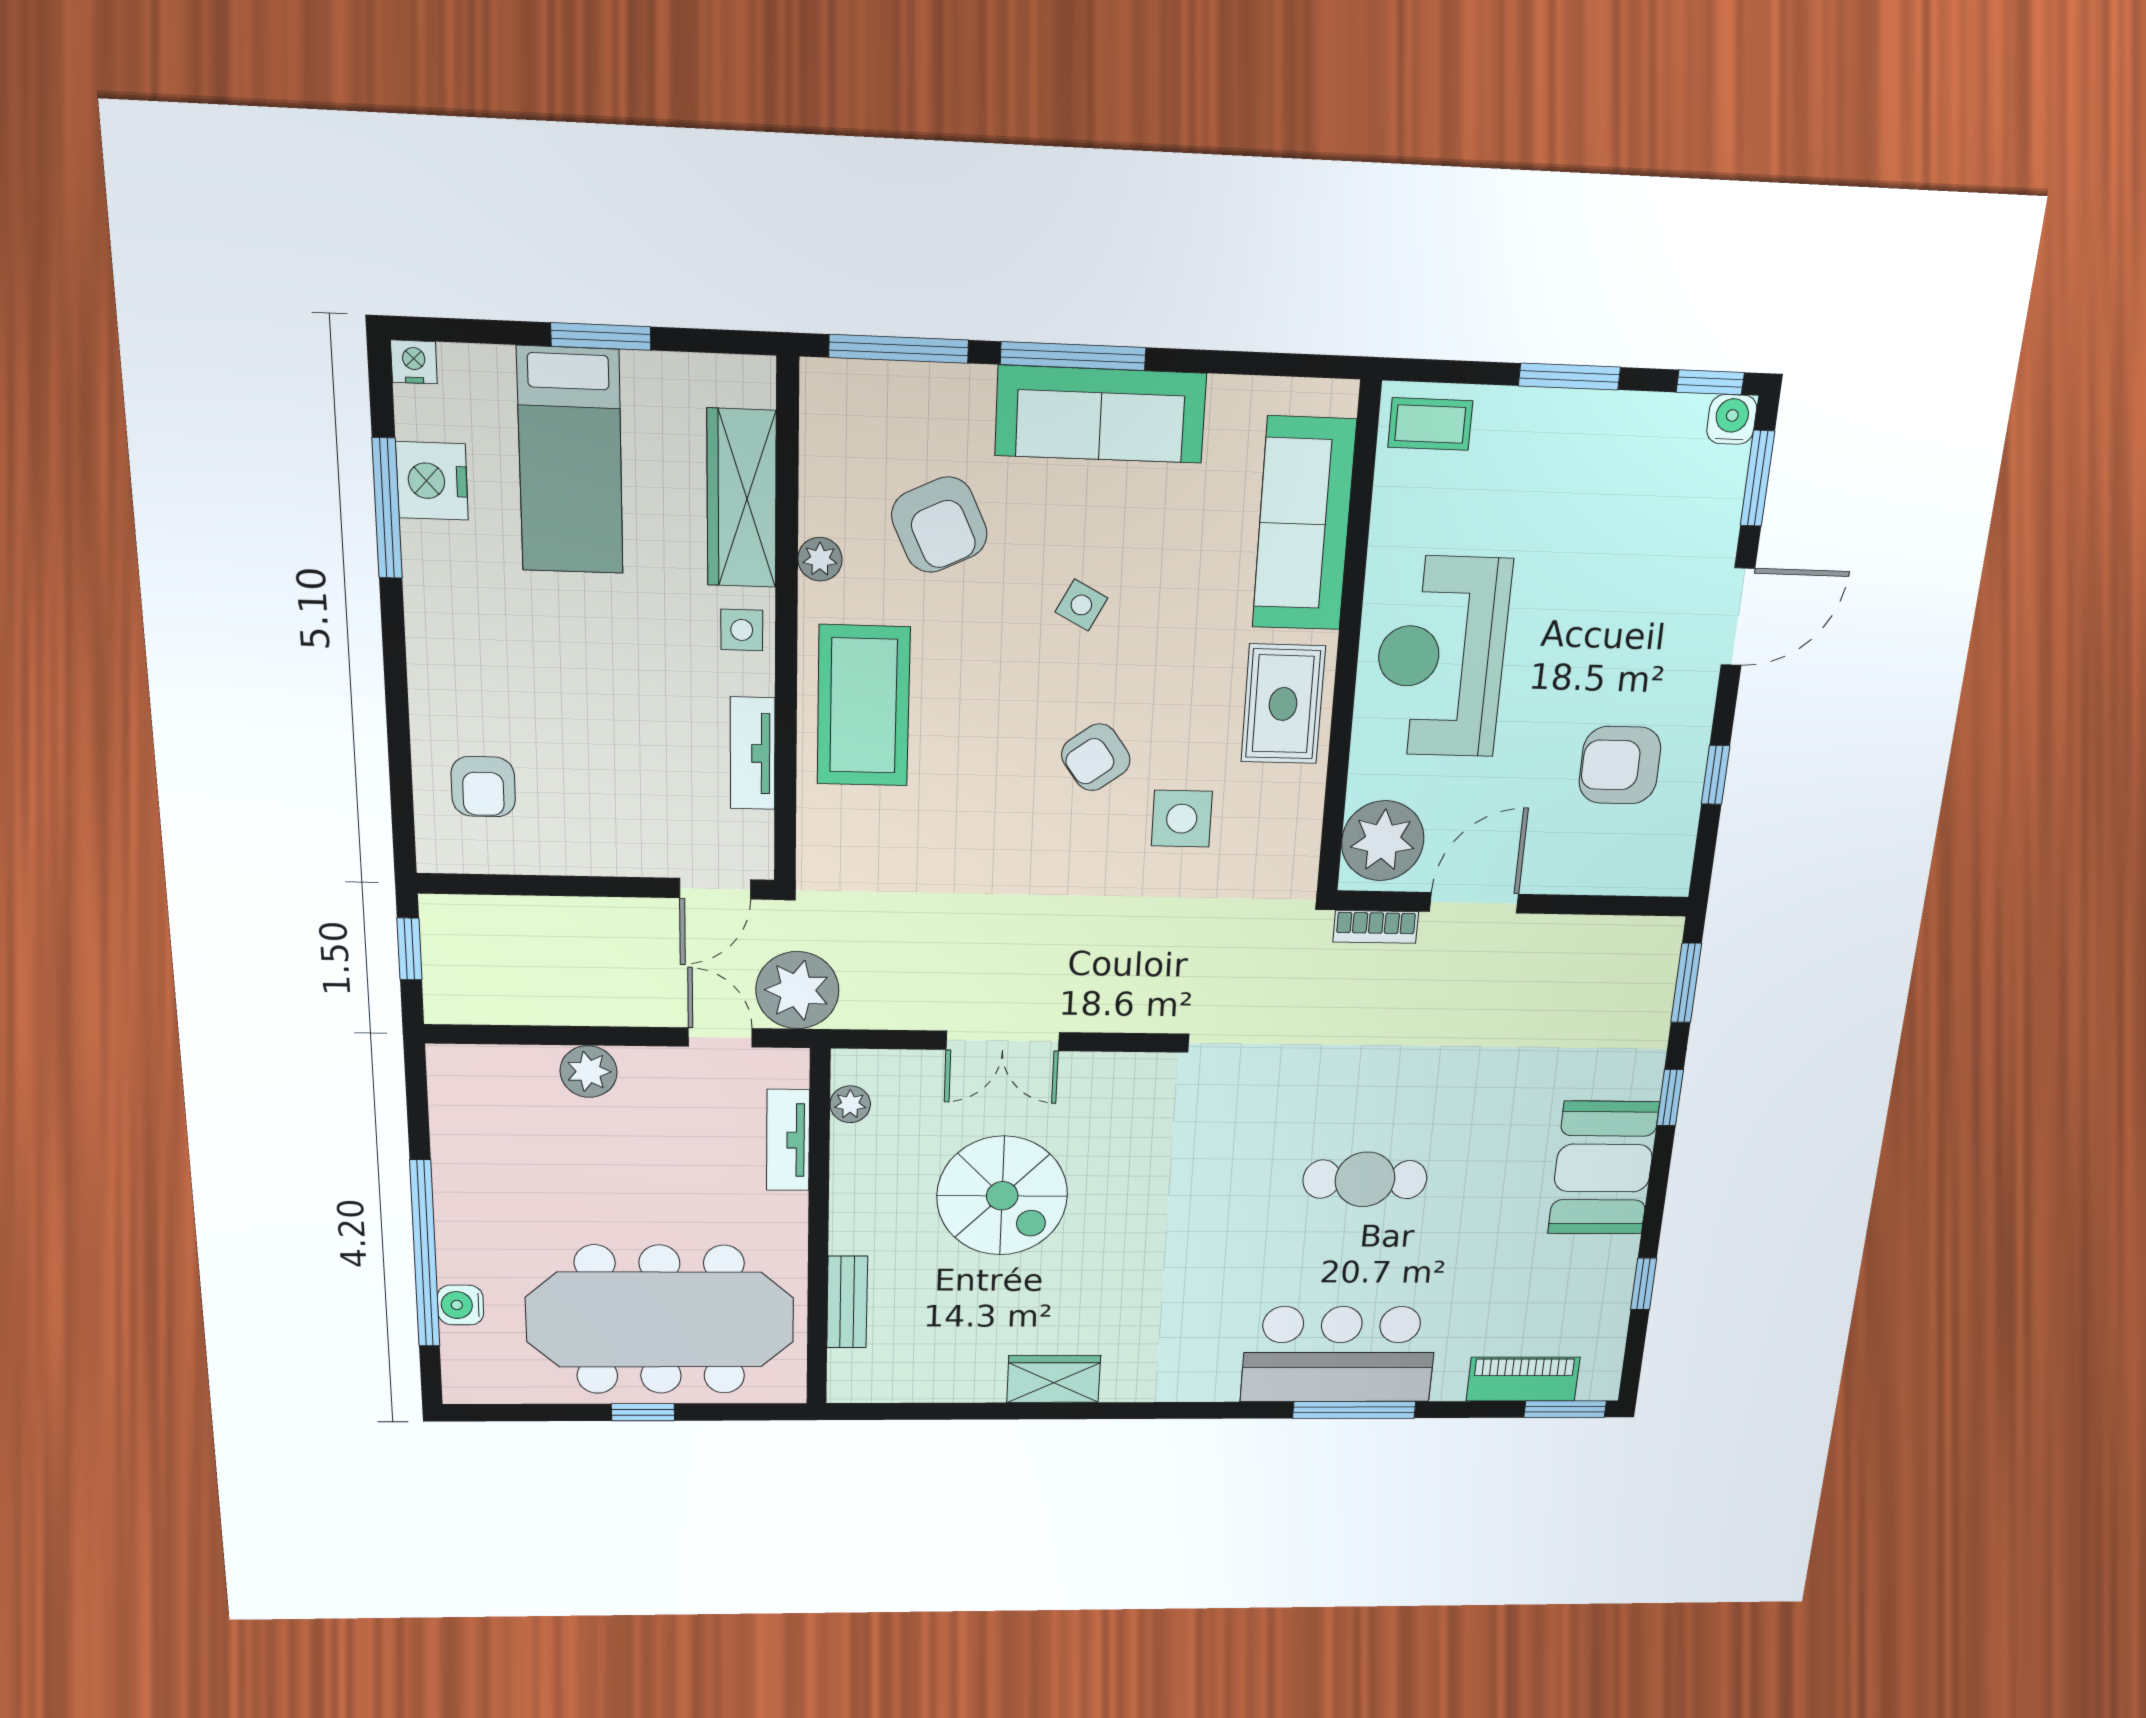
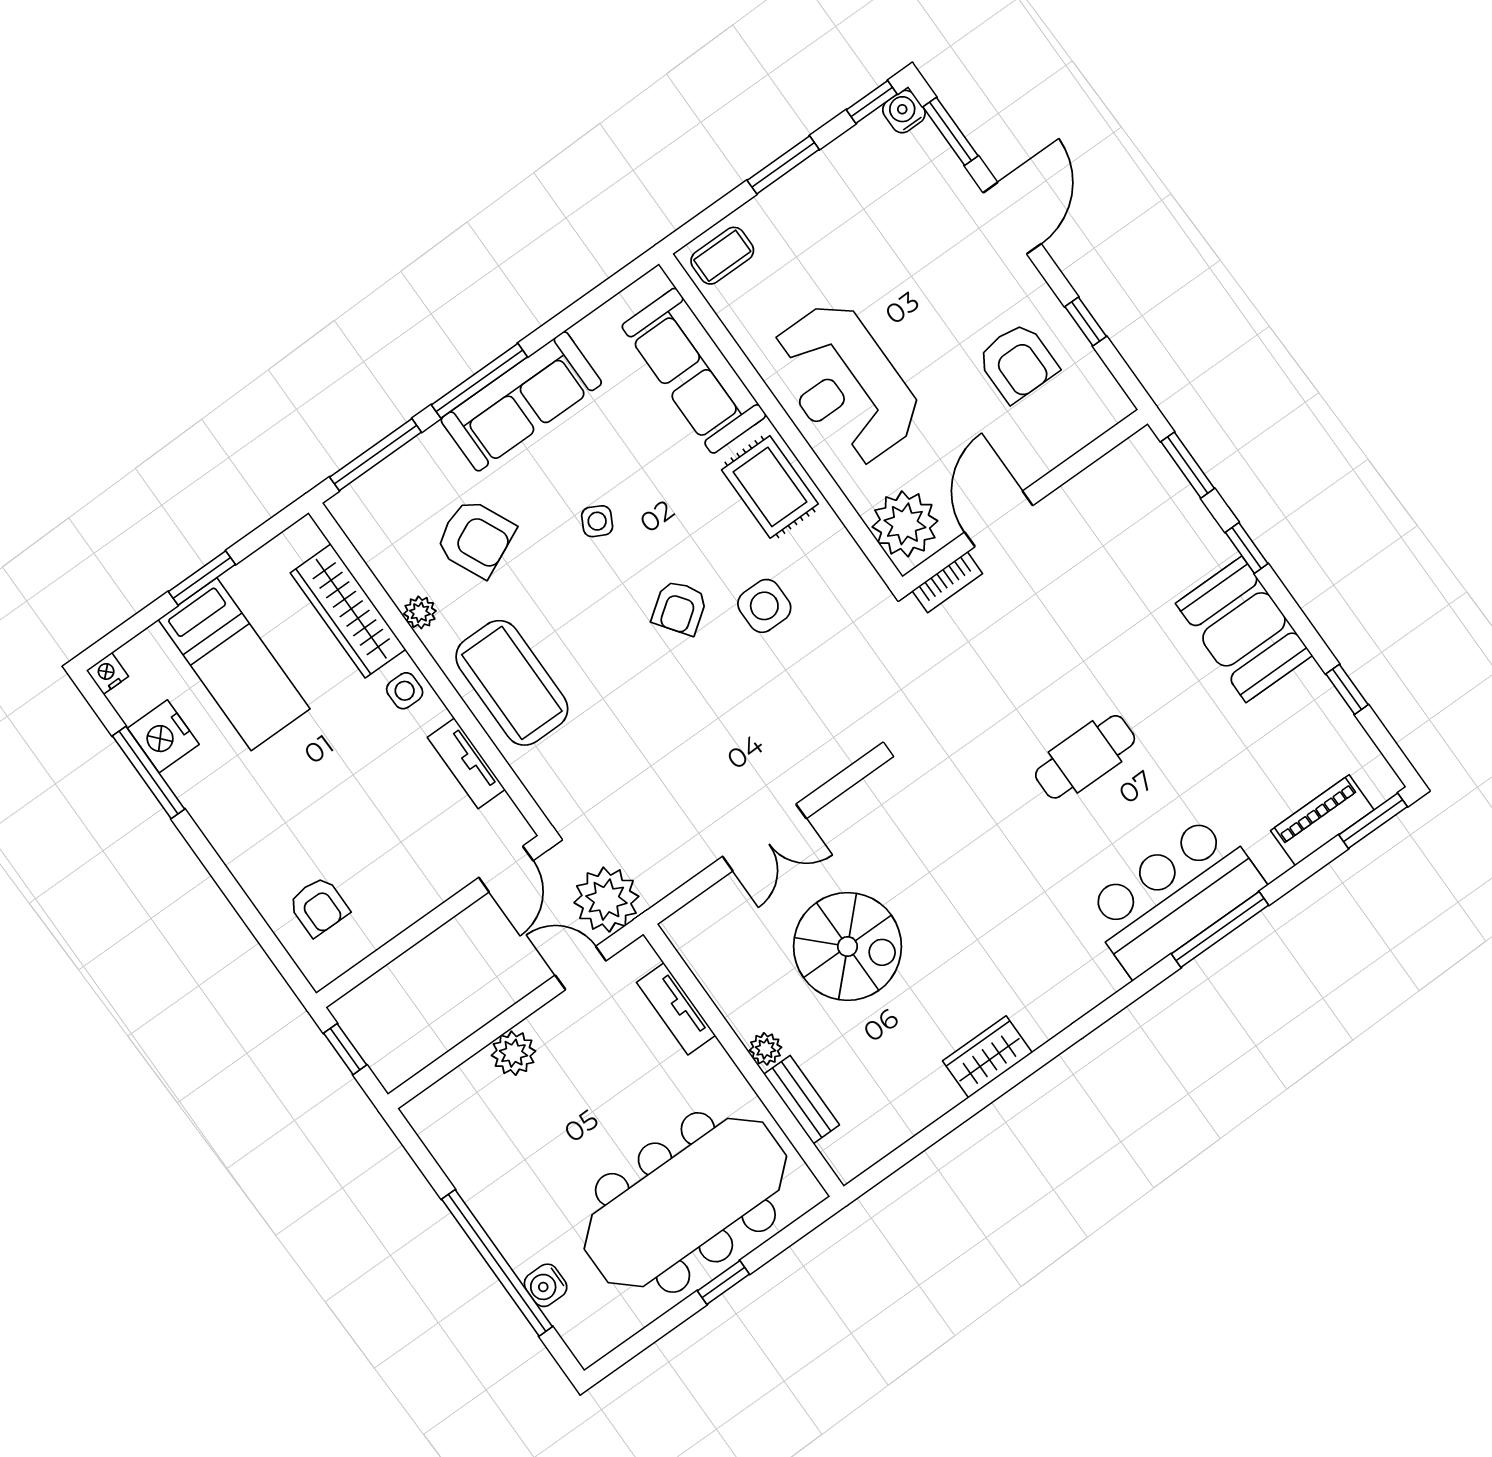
armchair: (1620, 765) -> (1018, 362), turned -90
plant: (850, 1104) -> (765, 1049), moved

